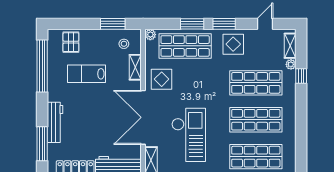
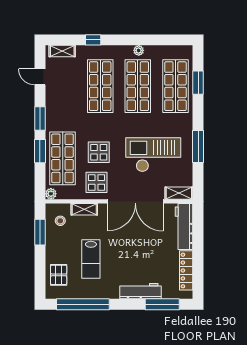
pallet: (71, 42) -> (59, 275), turned 90
display table: (233, 44) -> (99, 152), moved
plant: (291, 64) -> (139, 50), moved

